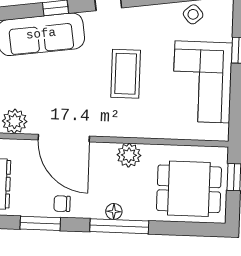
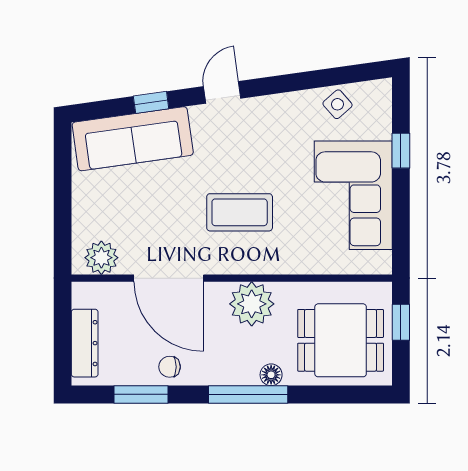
coffee table: (126, 74) -> (240, 212), moved, turned 90
plant: (129, 155) -> (252, 304), width x1.36, depth x1.36
floor lamp: (114, 211) -> (271, 375), moved

